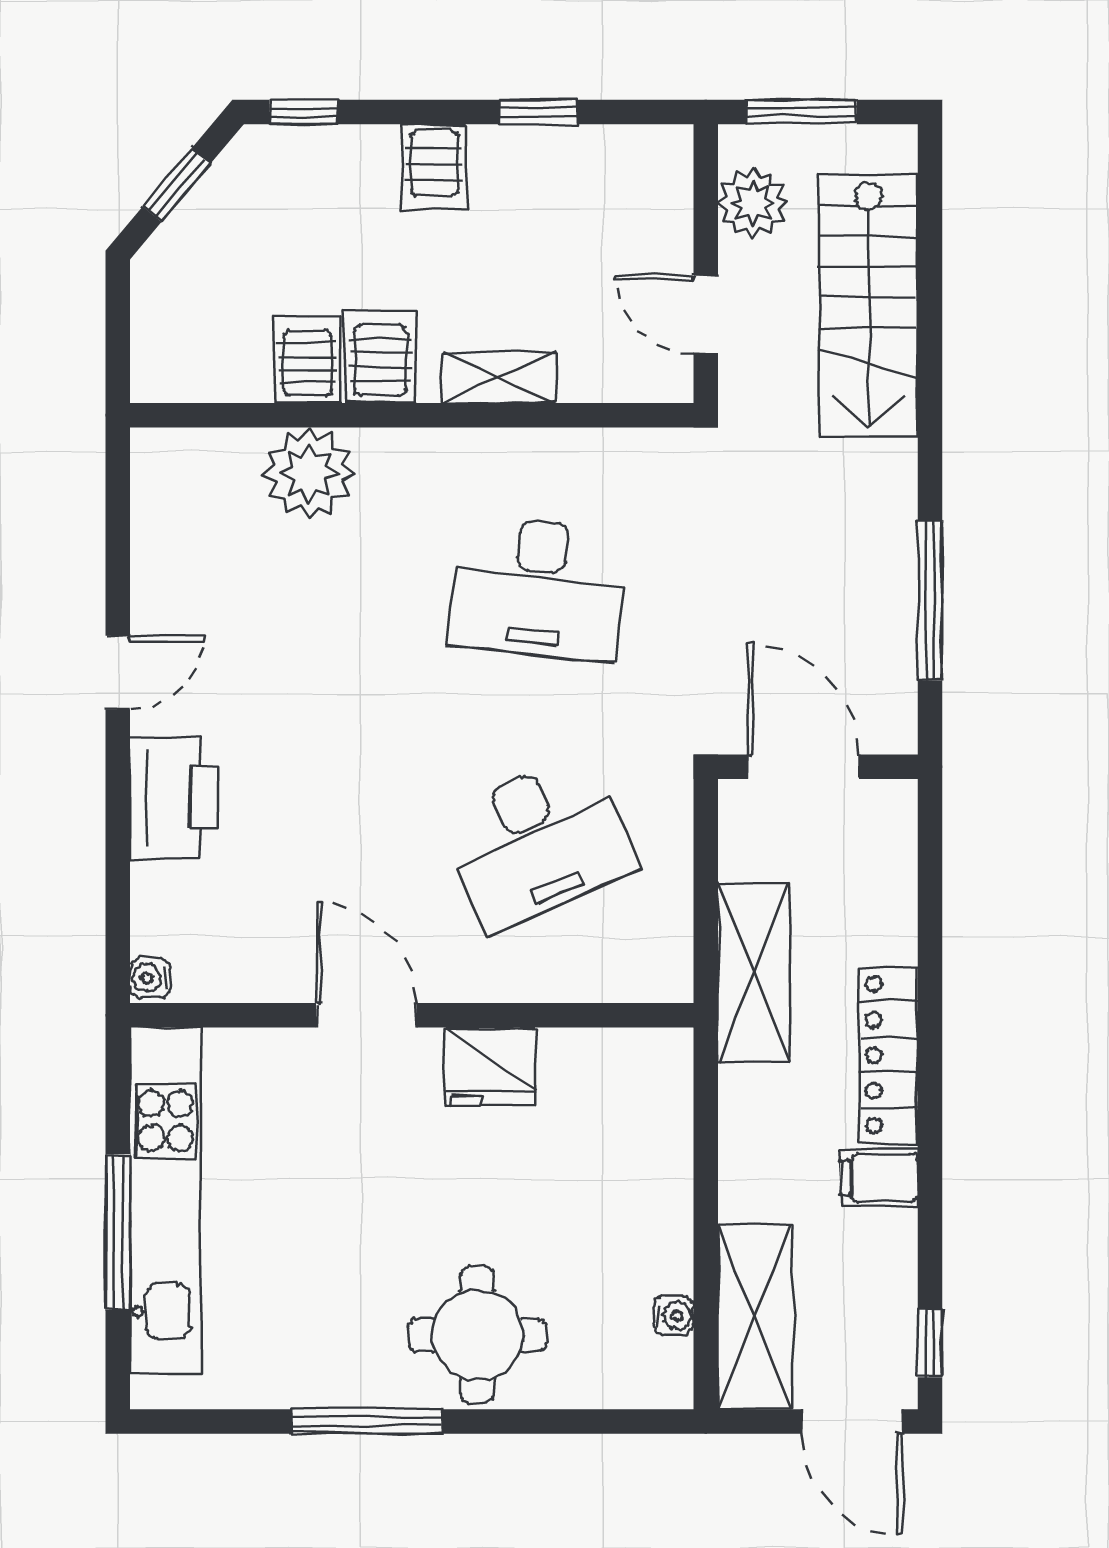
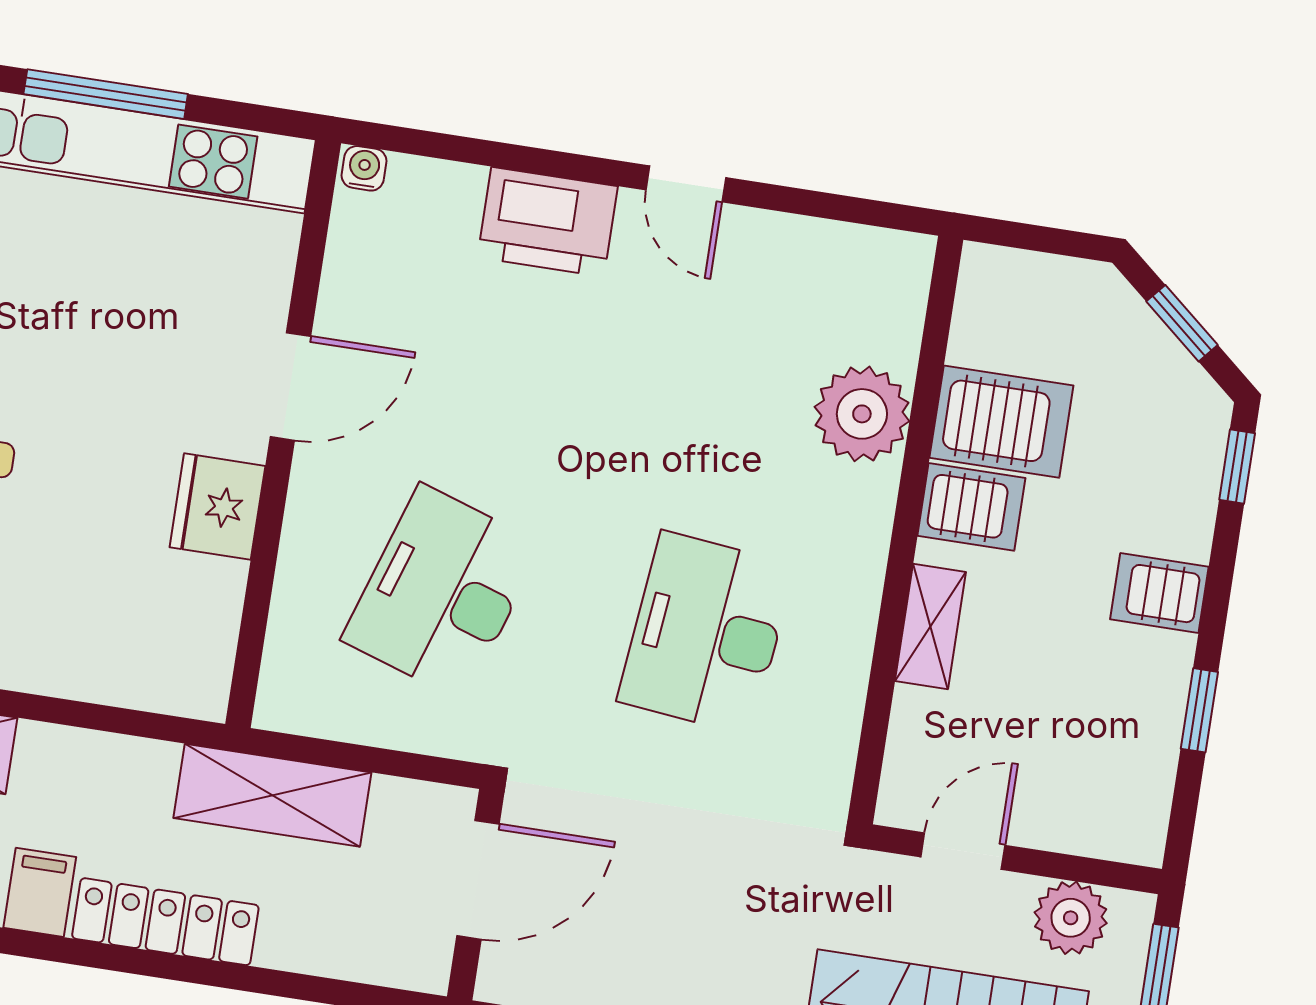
server rack: (308, 360) -> (1001, 422), width x1.36, depth x1.44
desk: (538, 843) -> (442, 592), turned 42

